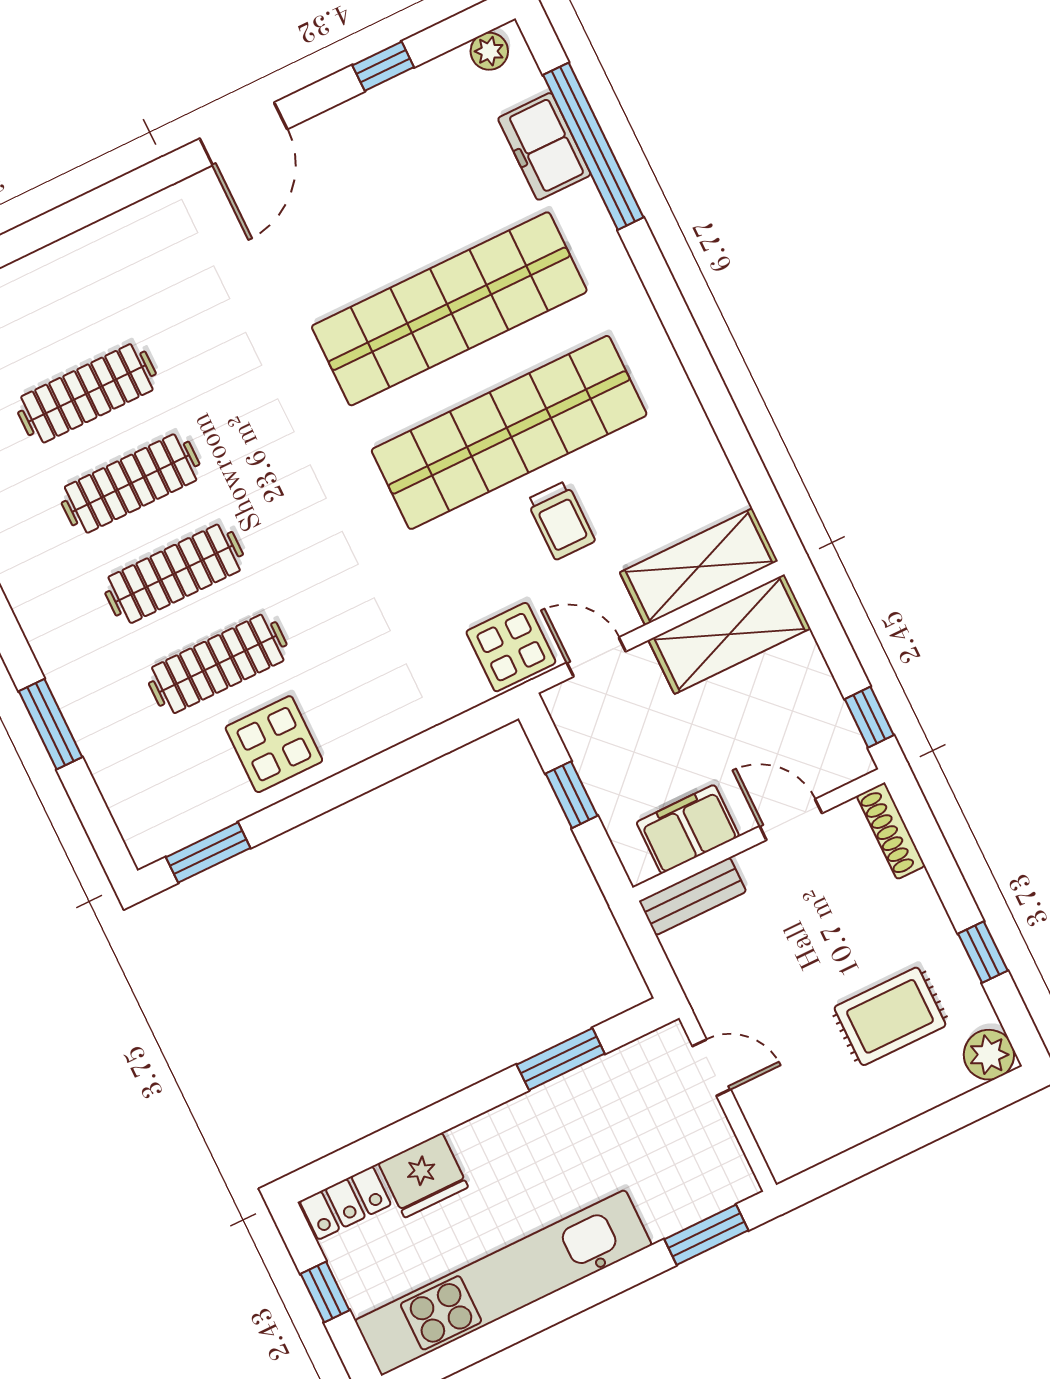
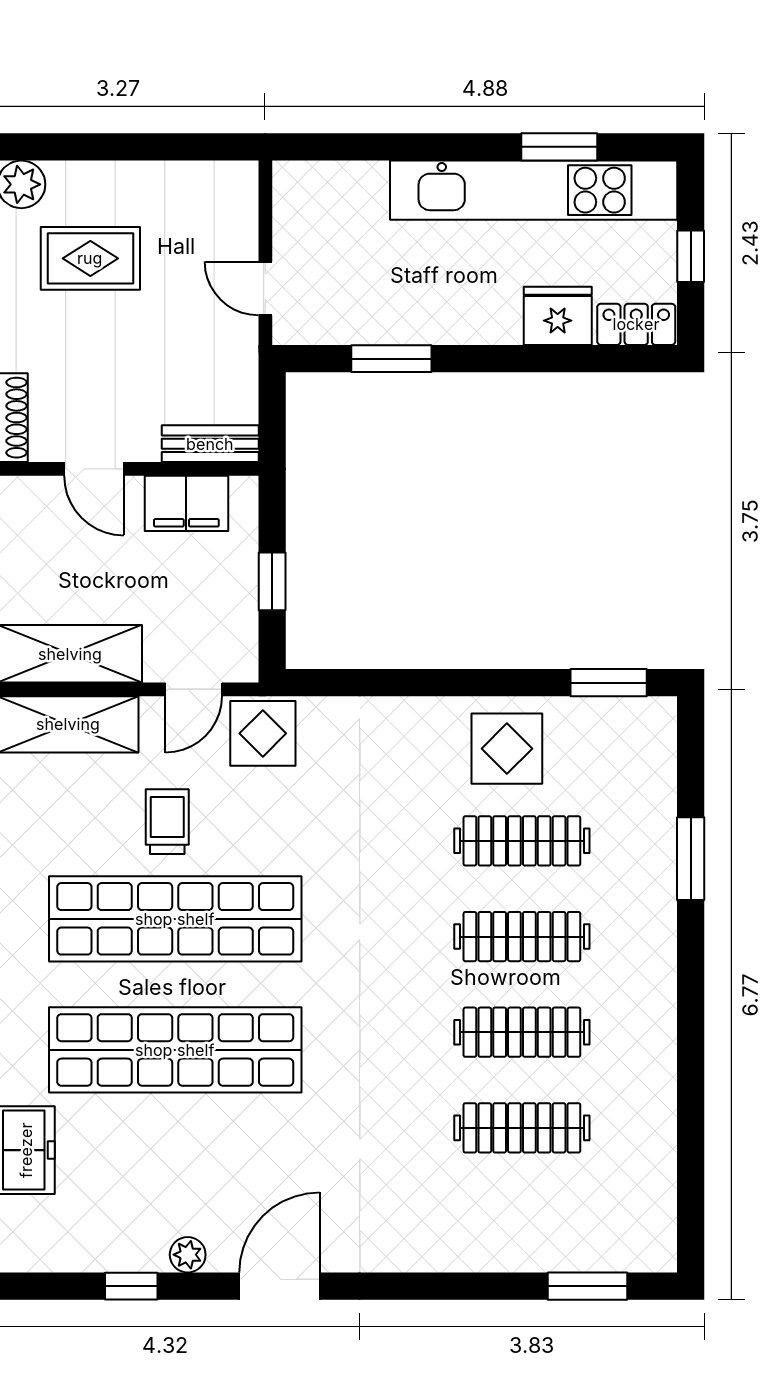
plant: (489, 51) -> (188, 1255), moved
door: (596, 657) -> (194, 689), hinge flipped
window: (706, 1235) -> (559, 147), moved

